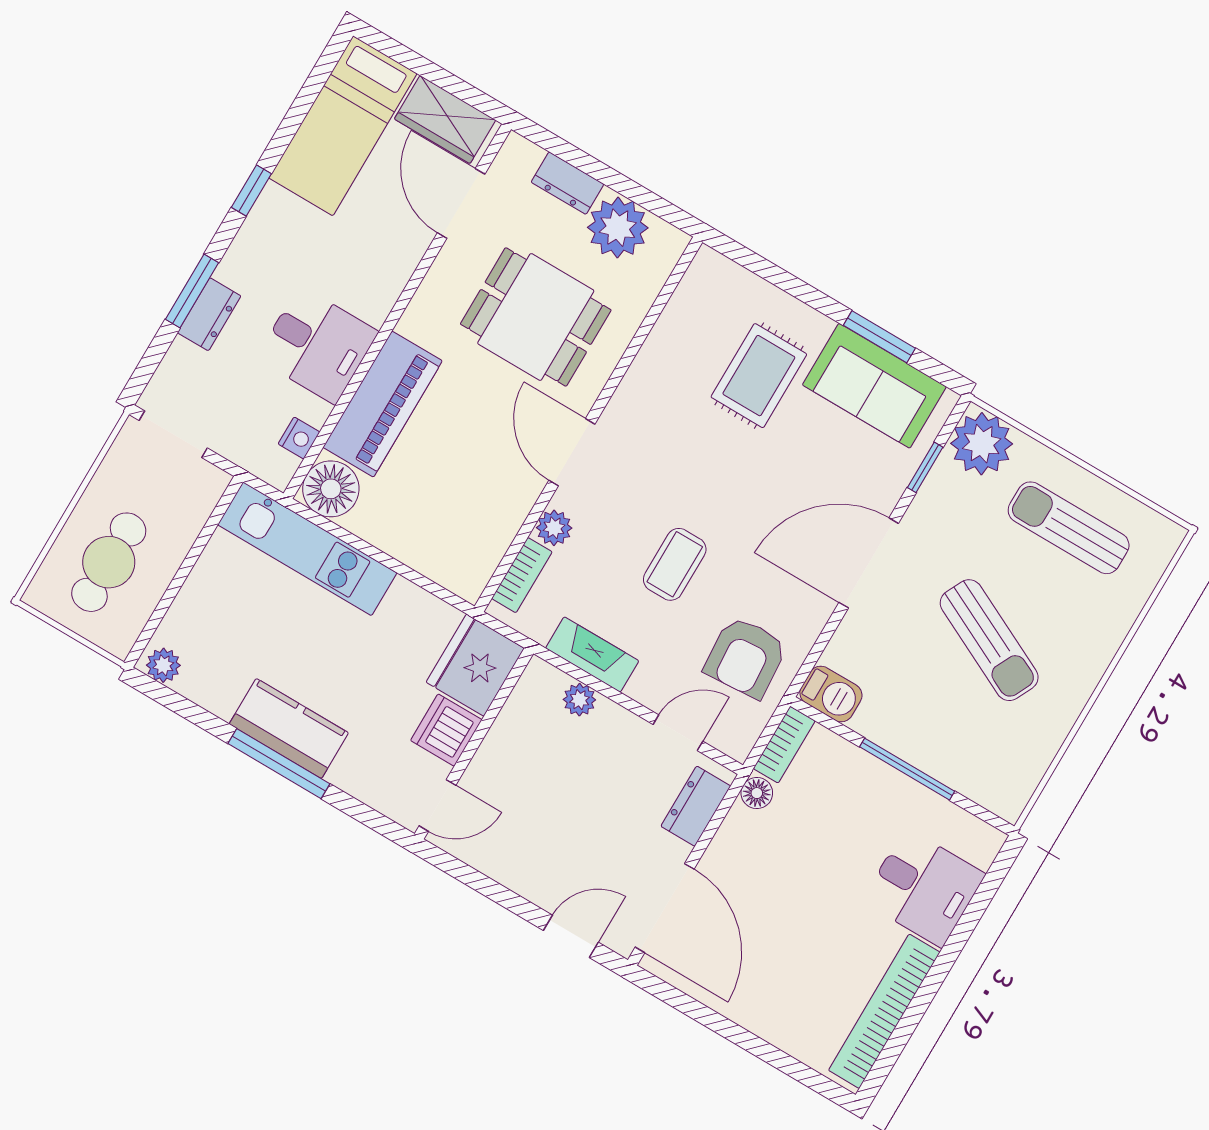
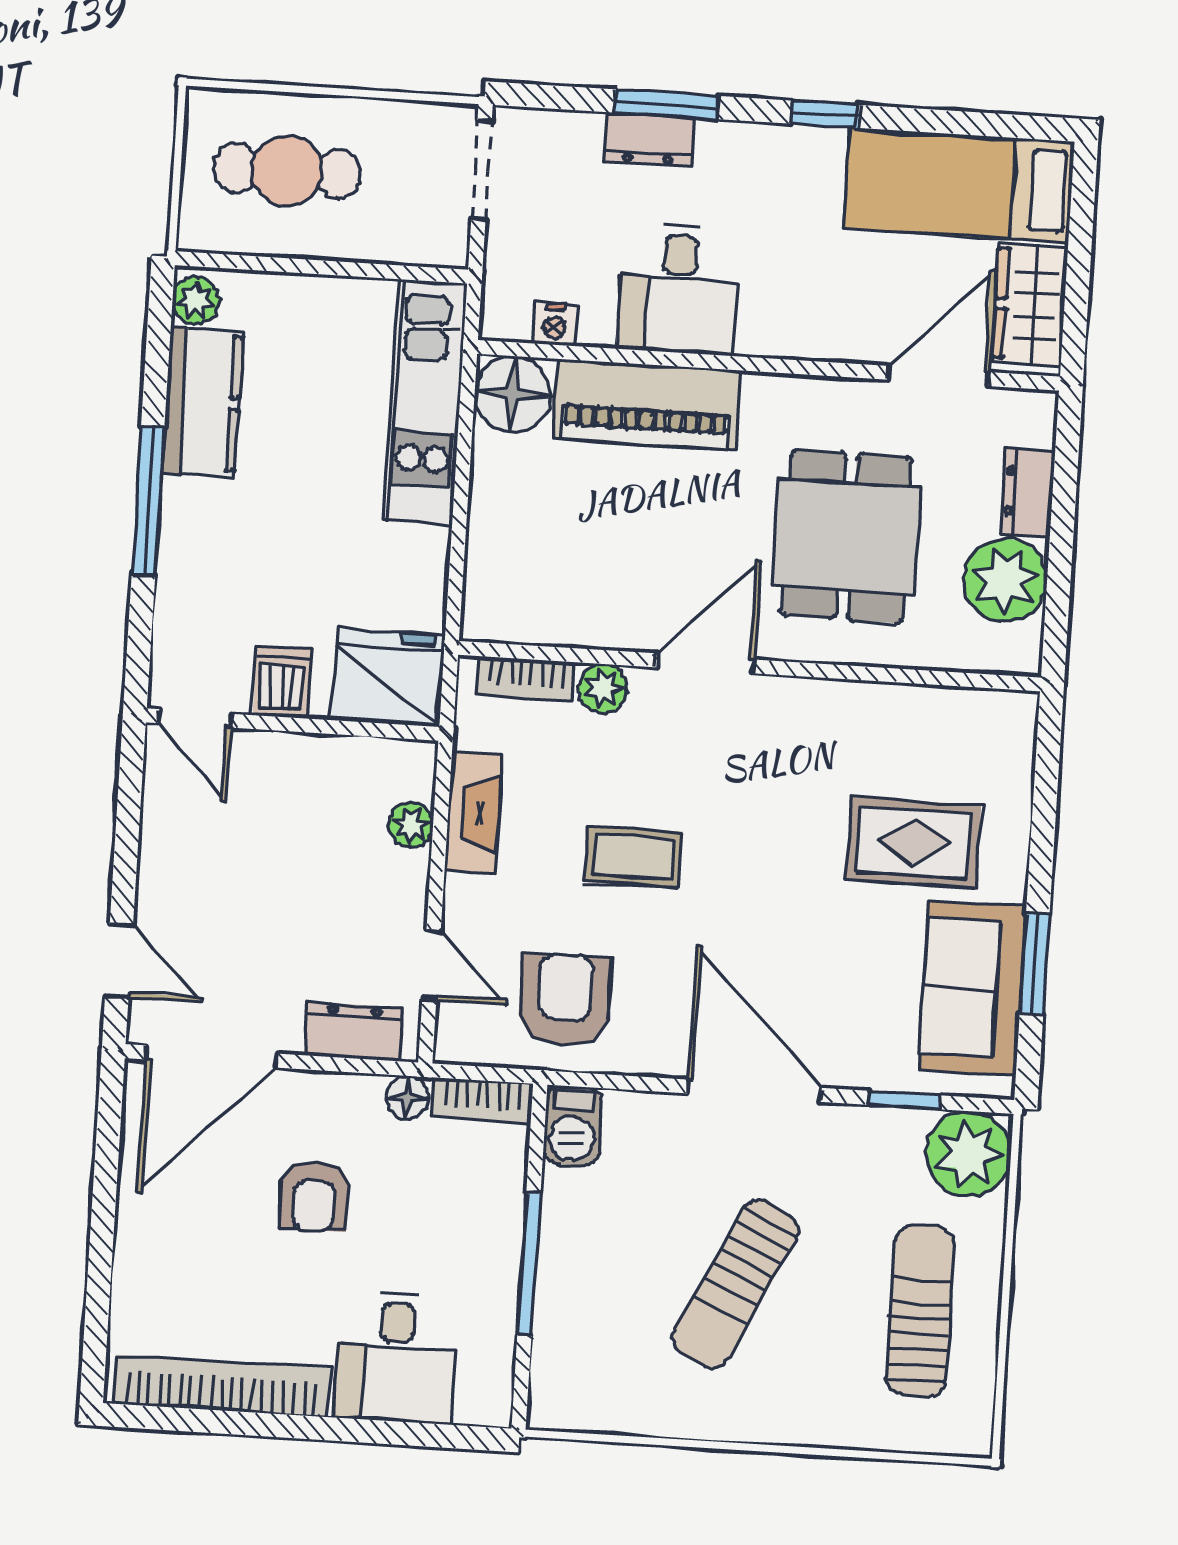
armchair: (746, 657) -> (565, 1000), turned 94
kitchen counter: (289, 728) -> (202, 402), moved
dishwasher: (446, 730) -> (282, 682), width x0.73
armchair: (791, 887) -> (314, 1196), added

